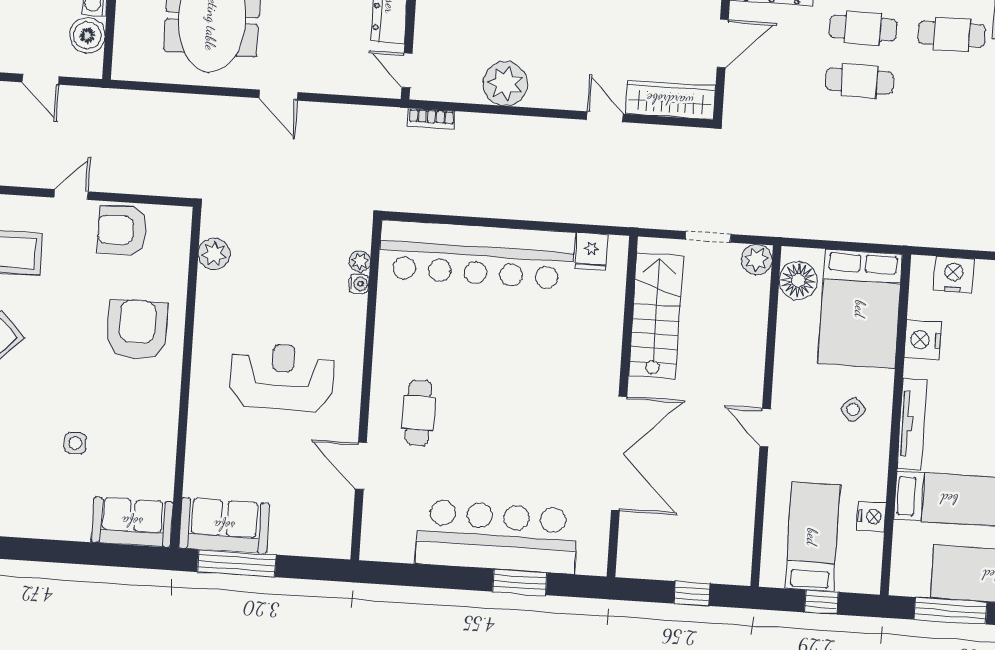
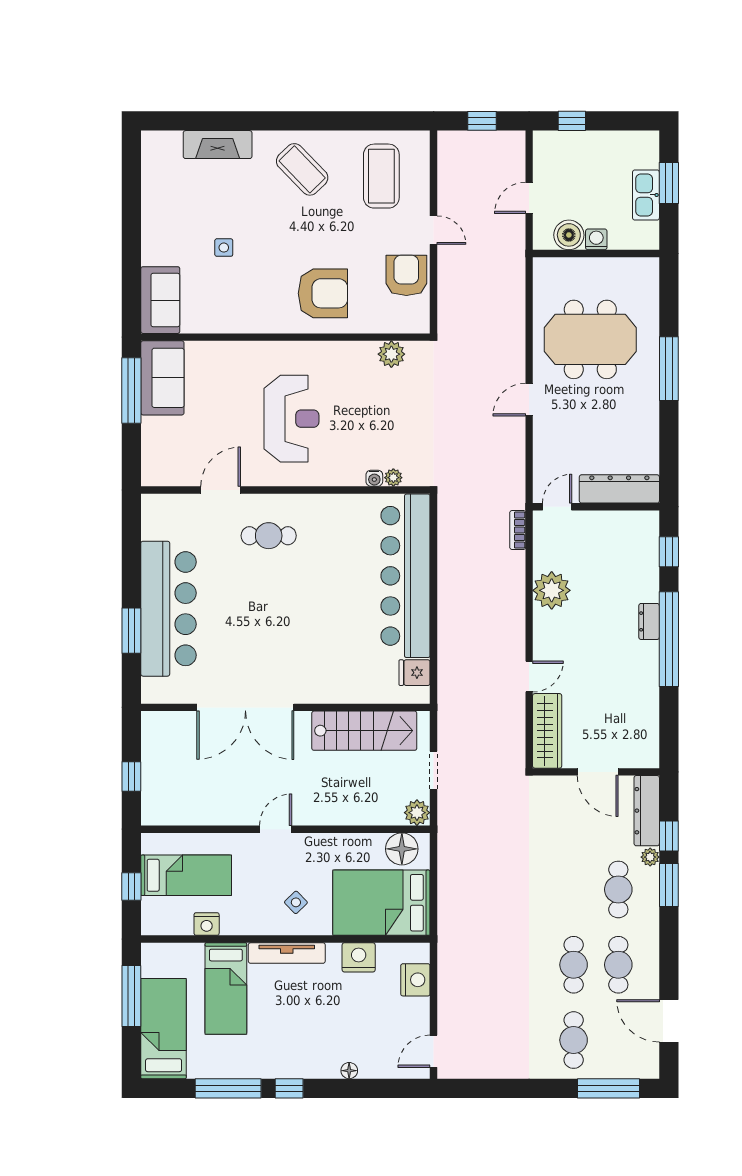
cafe table: (860, 81) -> (574, 965), moved

